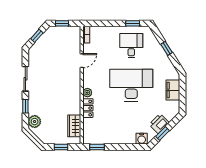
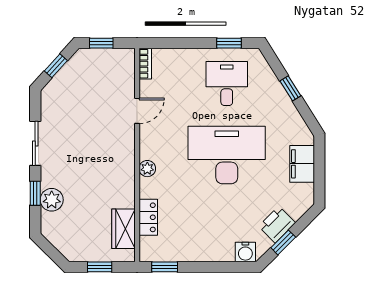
locker: (88, 108) -> (148, 217), moved
plant: (35, 122) -> (52, 200), moved

